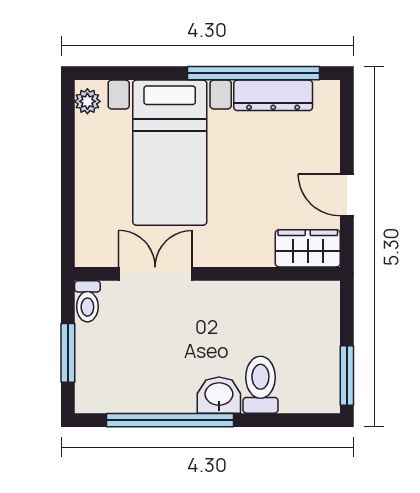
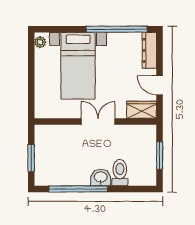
dresser: (273, 95) -> (149, 50), moved, turned 90
double door: (155, 274) -> (98, 122), moved
toilet: (87, 301) -> (40, 134), removed
window: (347, 376) -> (160, 155), moved

